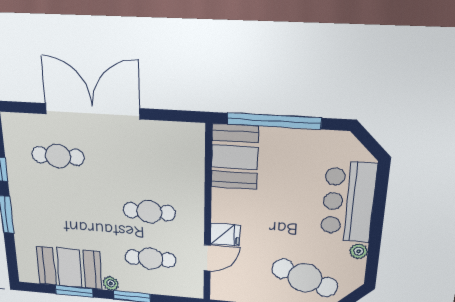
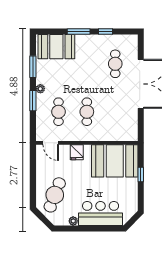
window: (274, 121) -> (141, 175), width x0.32
booth: (235, 157) -> (115, 161), width x1.36, depth x1.42
door: (207, 258) -> (51, 143), moved
booth: (69, 268) -> (56, 47), moved, turned 90

